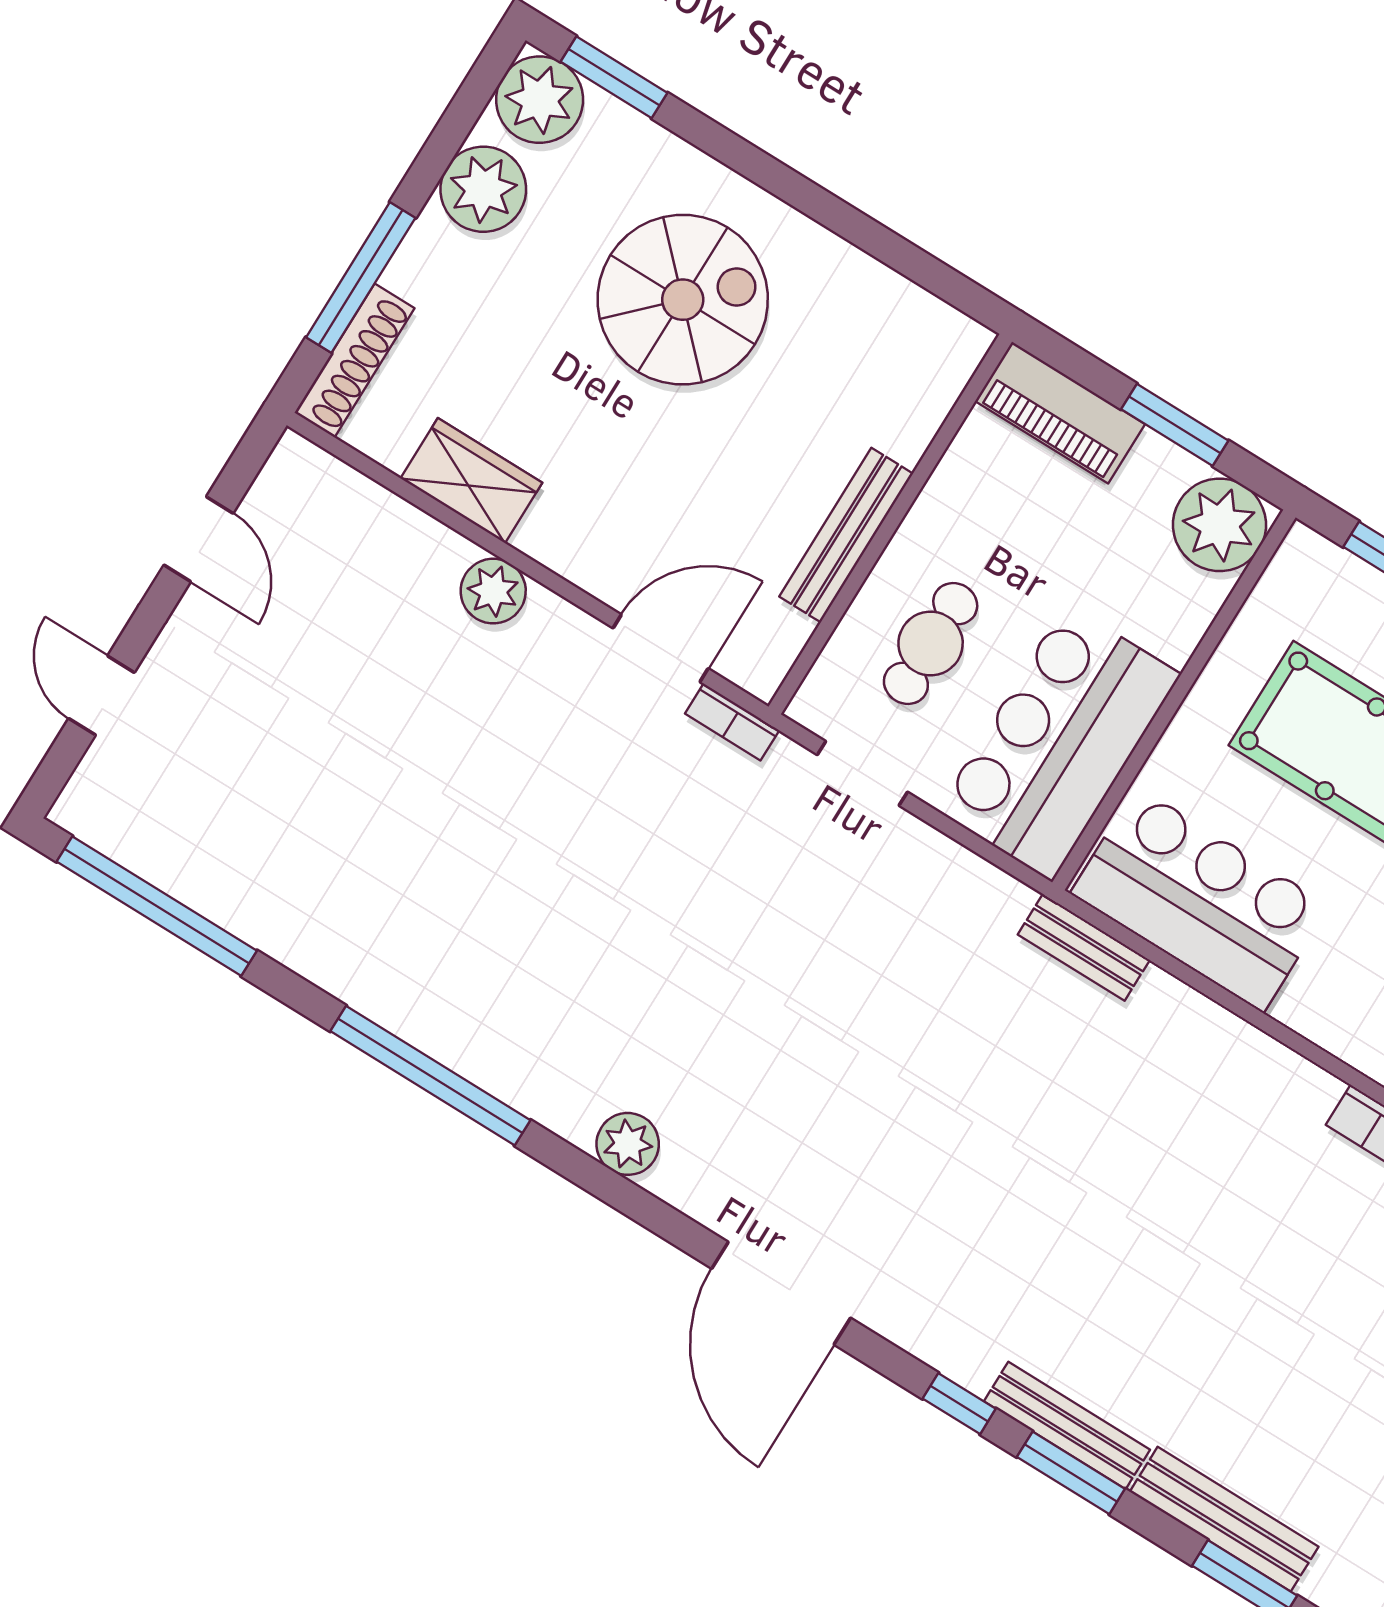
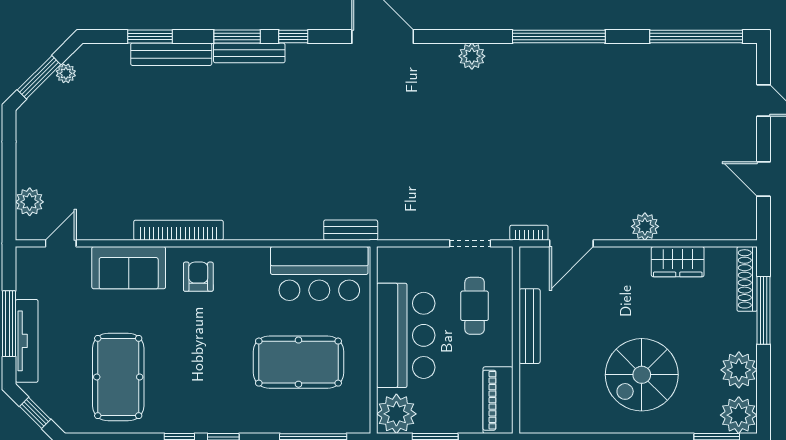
piano: (1060, 413) -> (498, 400), moved, turned -90
bar counter: (1059, 743) -> (406, 335), moved

